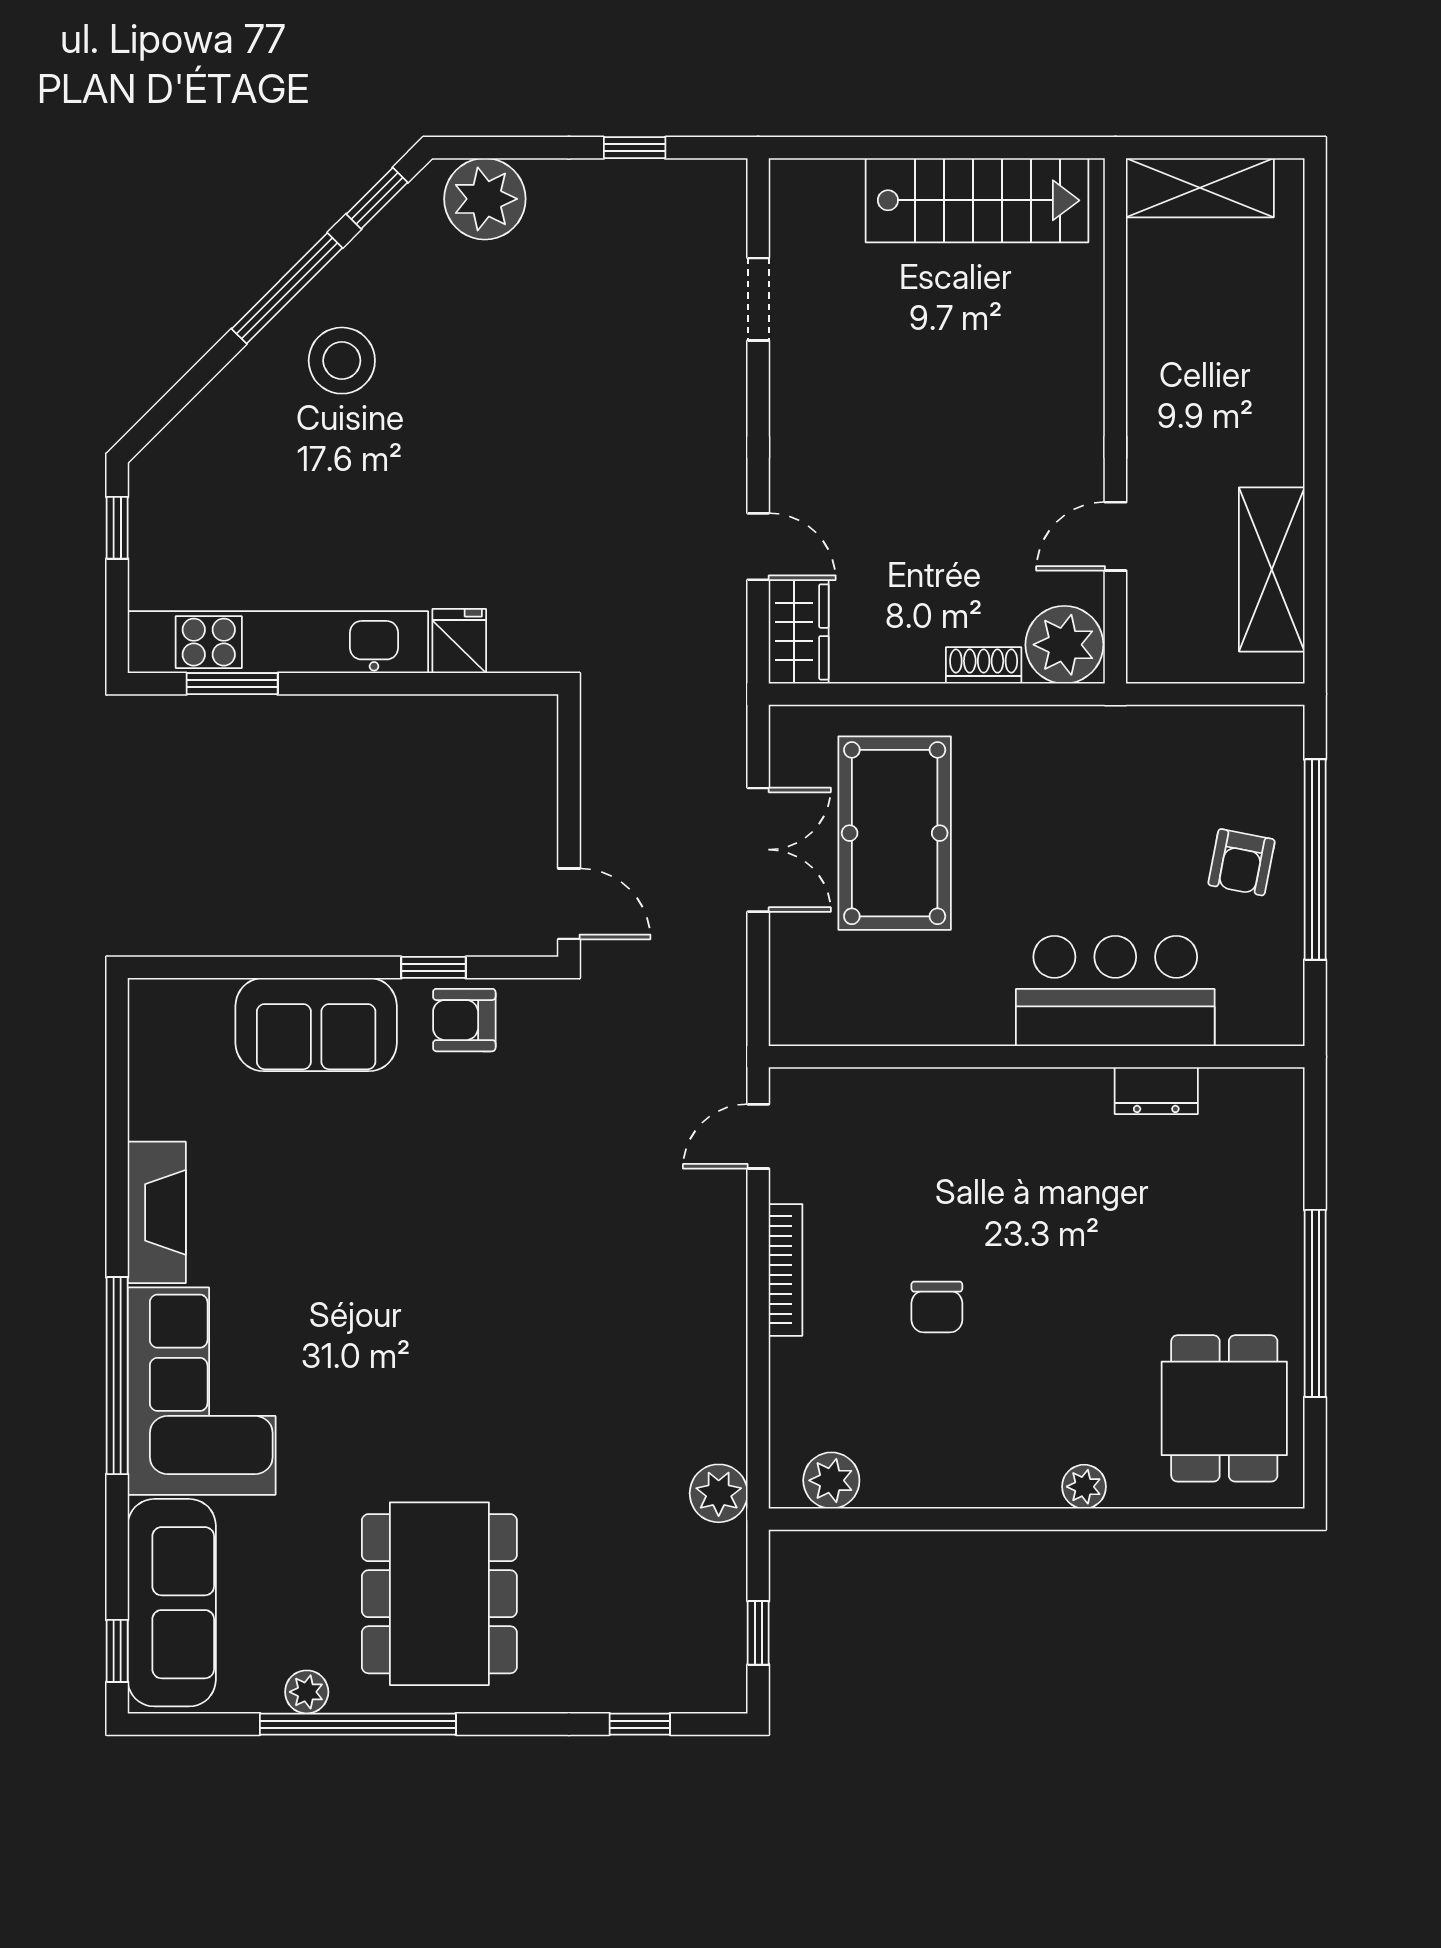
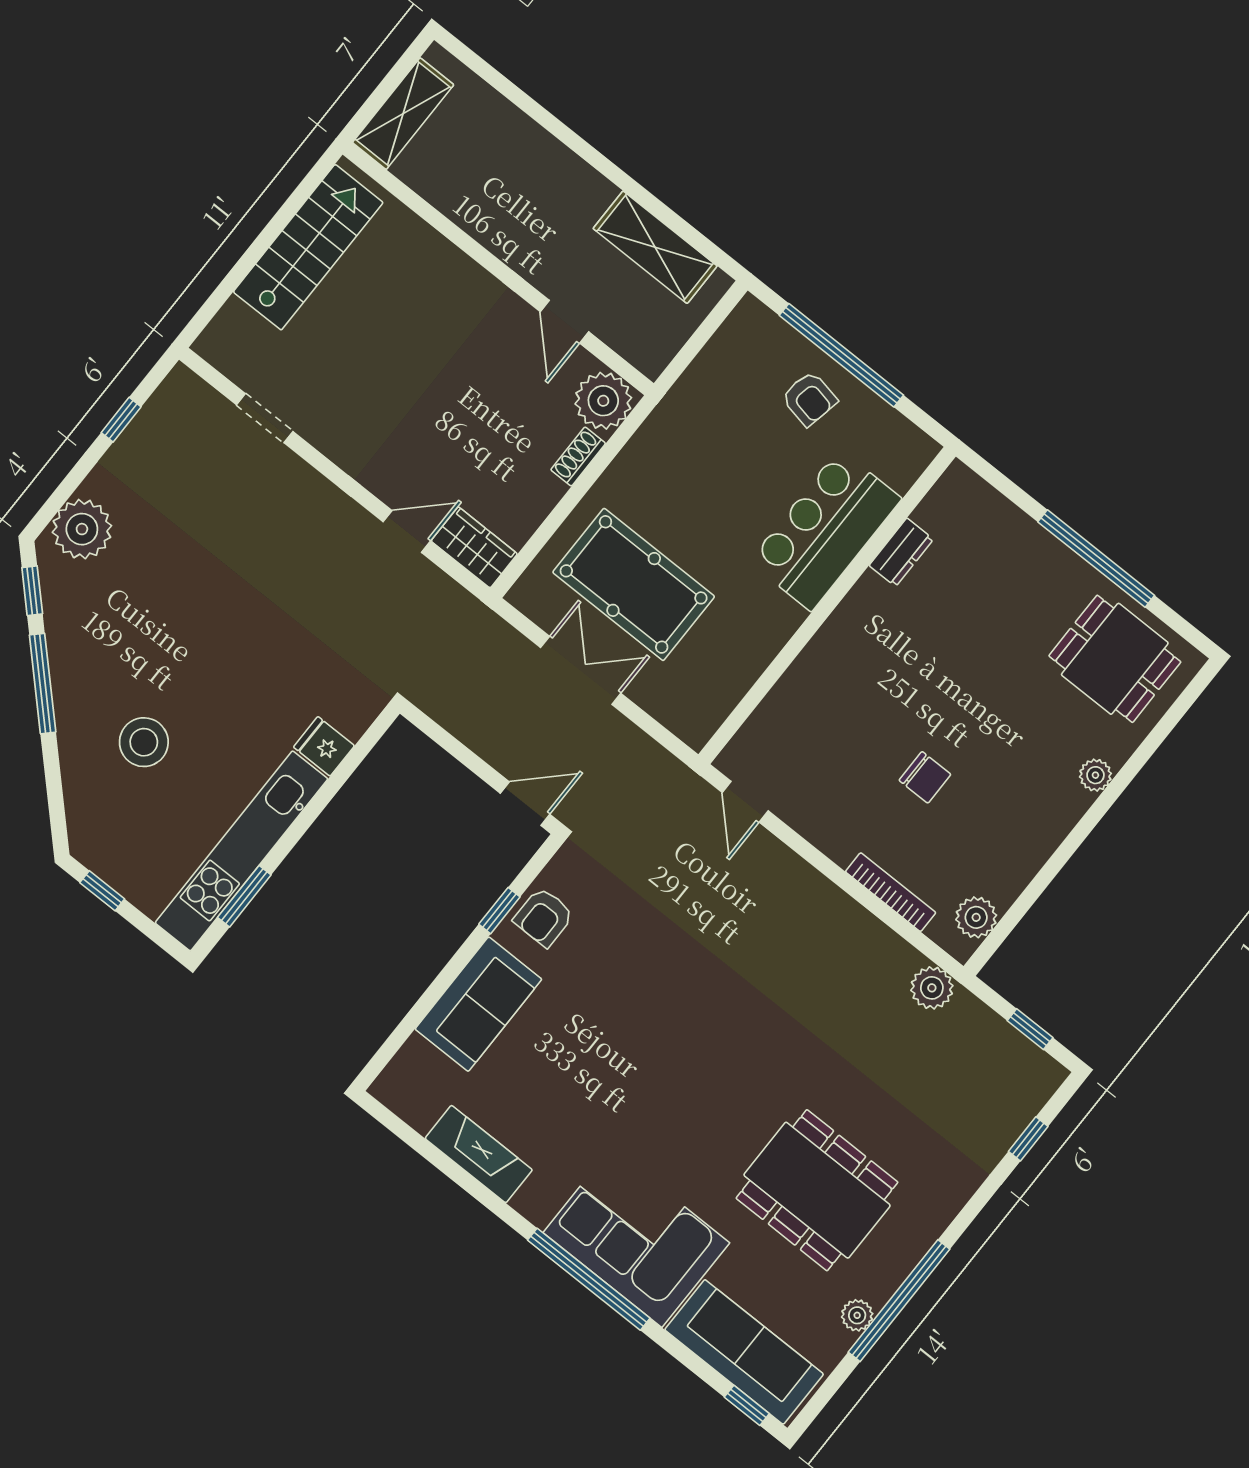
stool: (342, 361) -> (144, 742), moved
fireplace: (157, 1212) -> (479, 1154), moved
bookcase: (786, 1270) -> (891, 892), moved
dining table: (439, 1594) -> (817, 1190), moved

